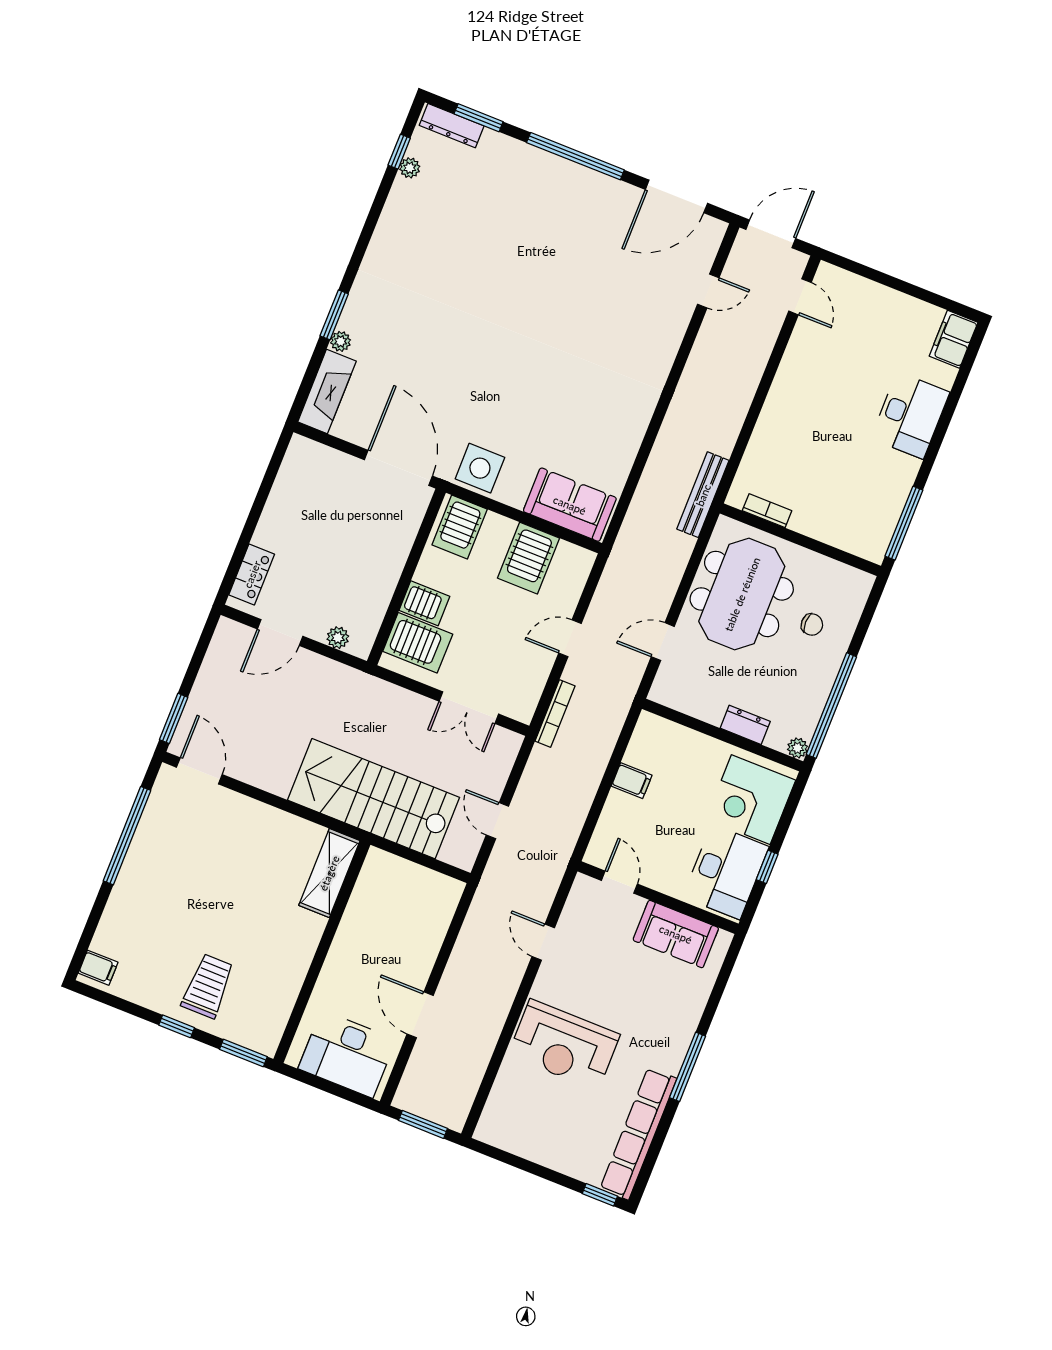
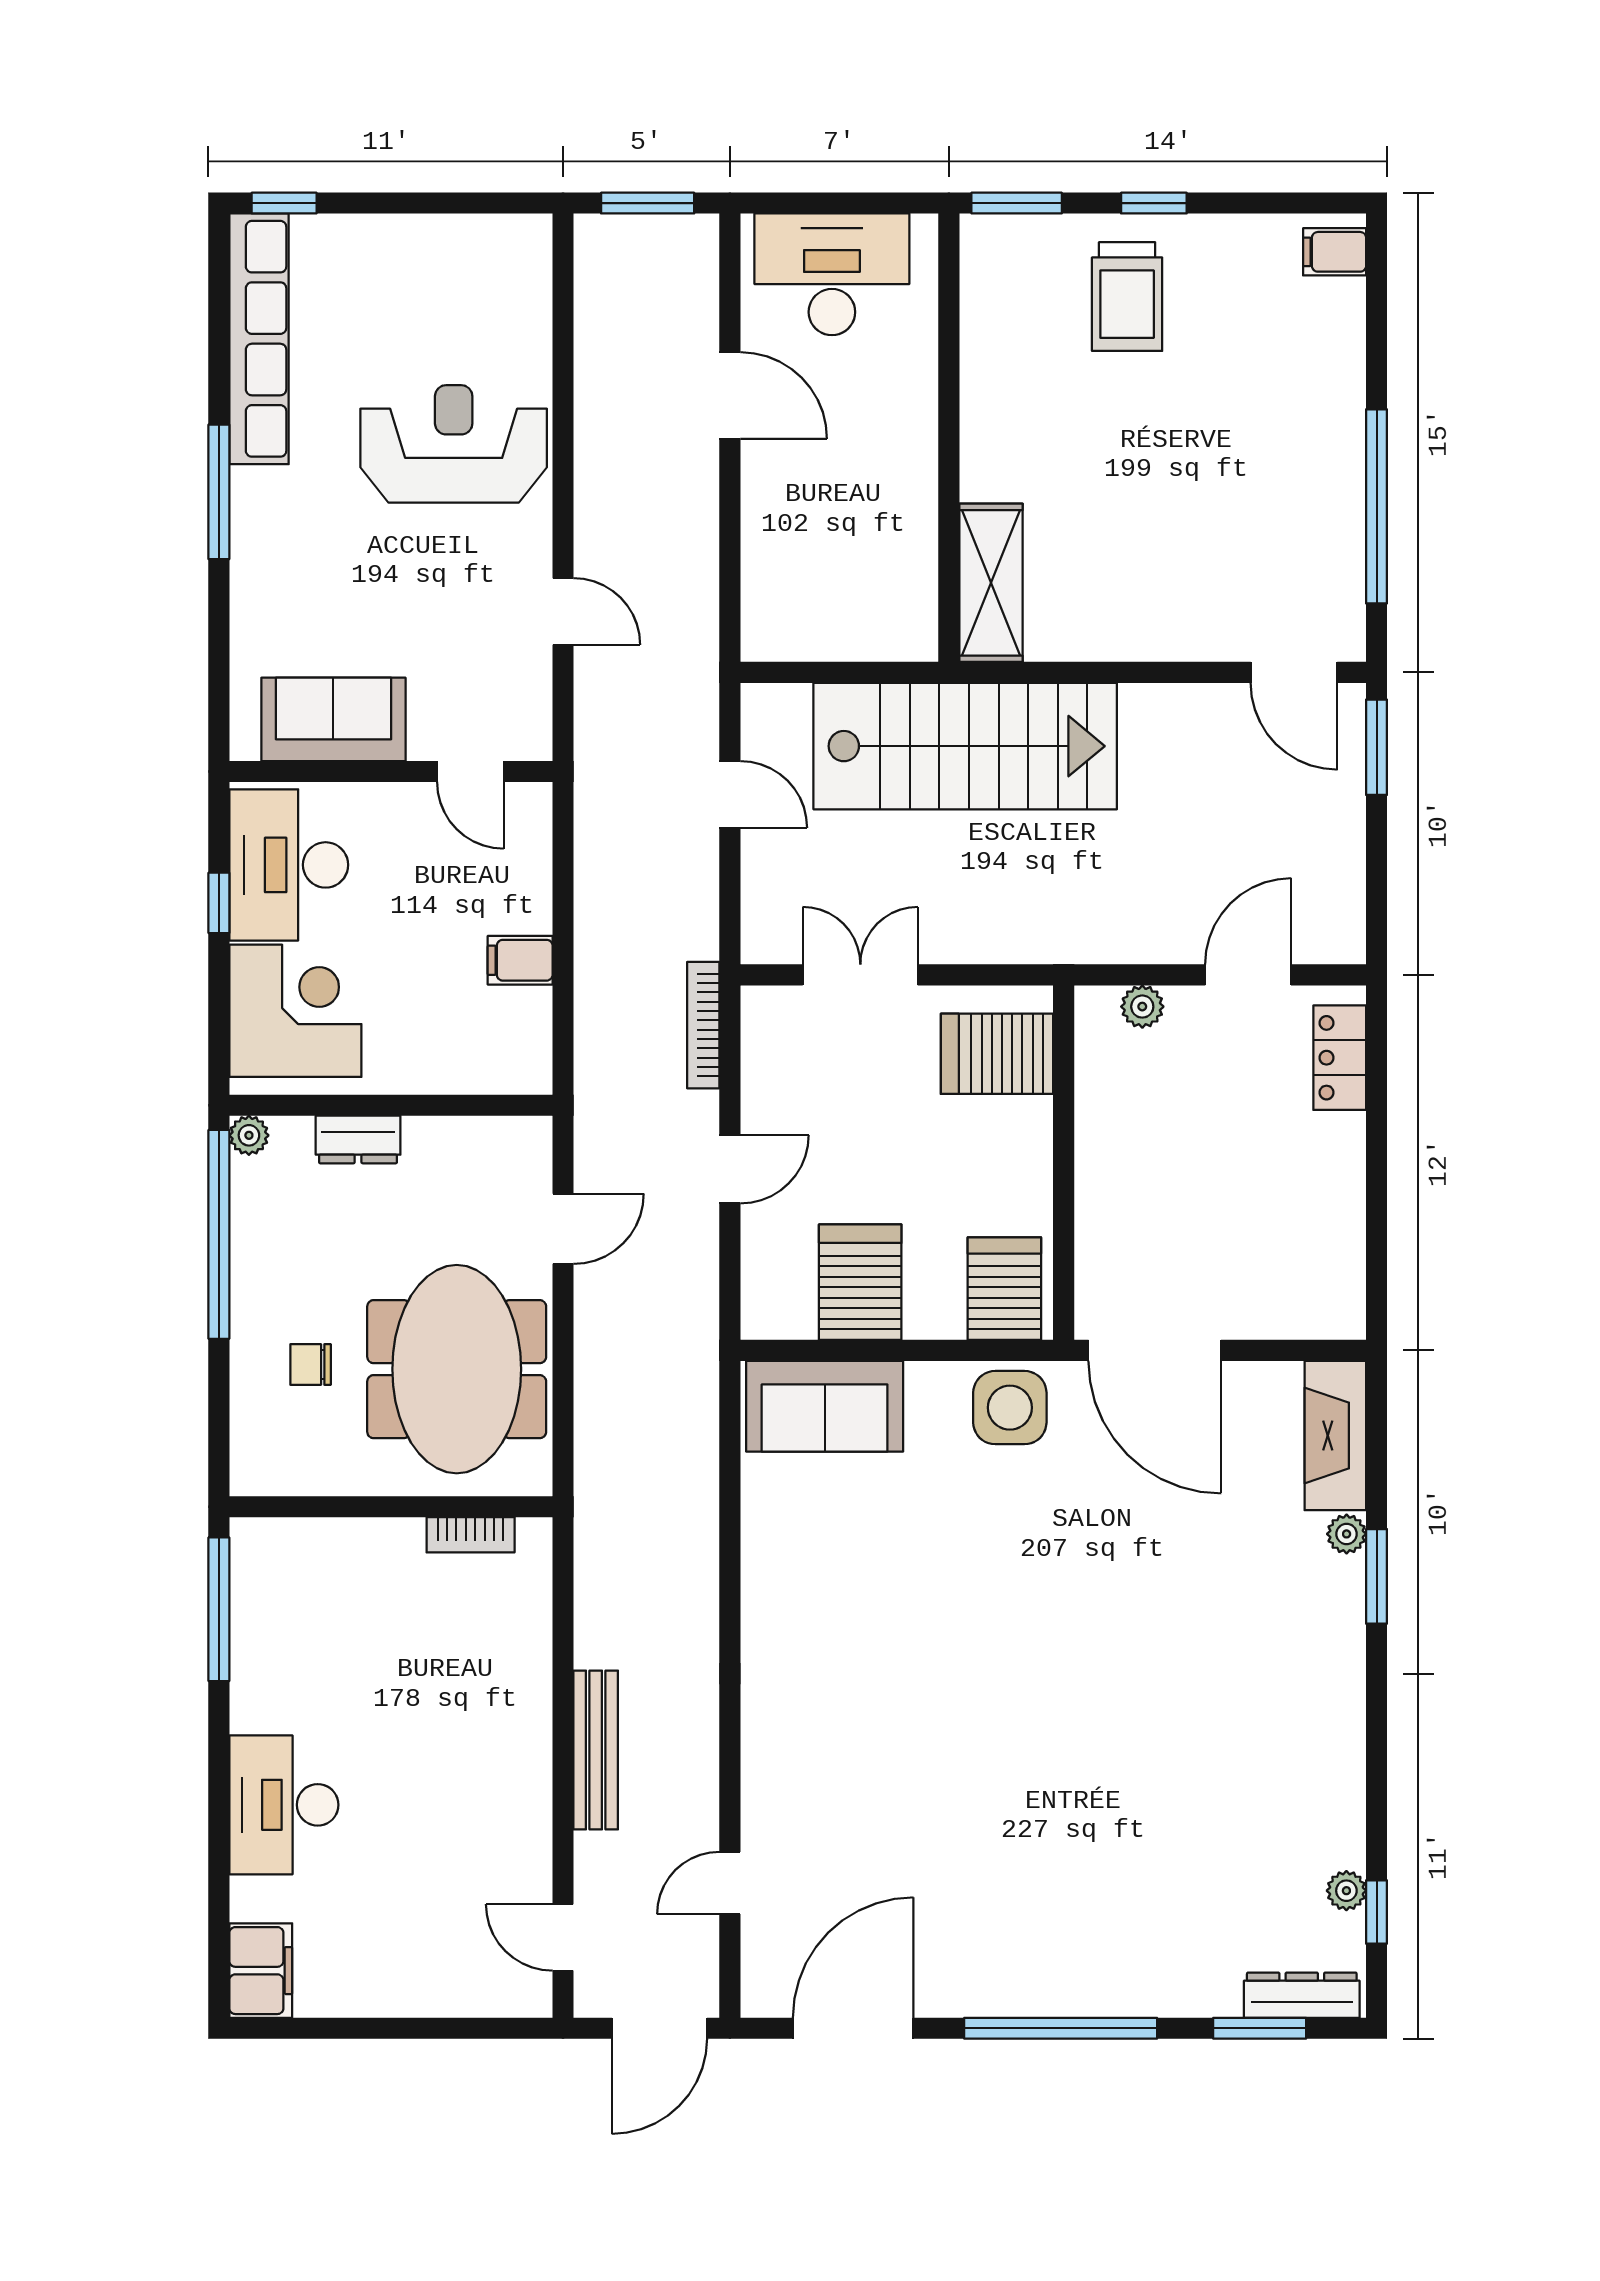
bench: (703, 495) -> (596, 1750), moved
server rack: (424, 603) -> (1013, 1129), removed

